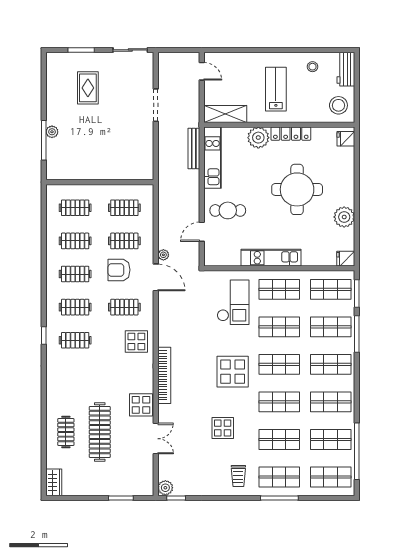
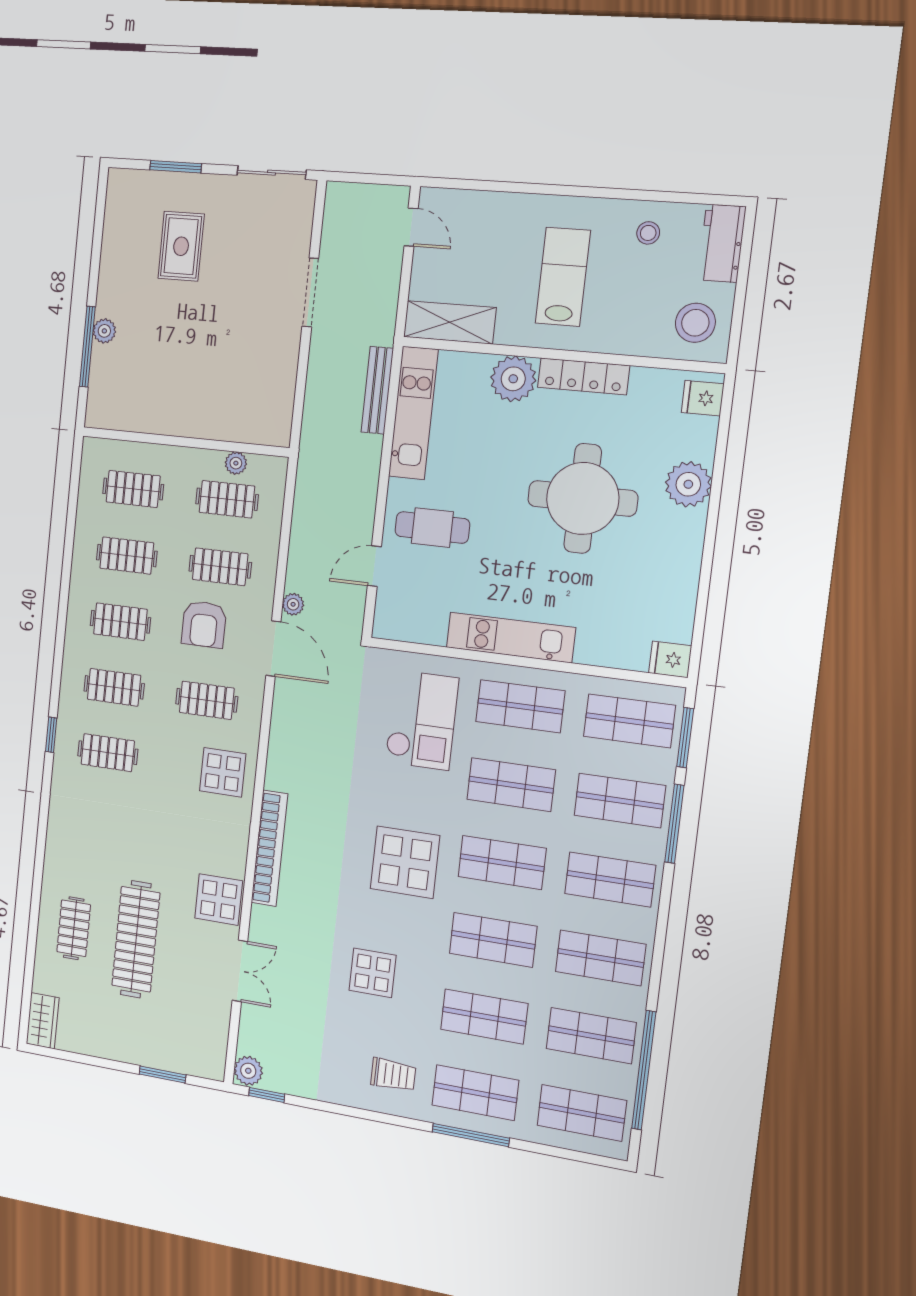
plant: (127, 190) -> (236, 463), added
plant: (344, 217) -> (688, 484), moved
armchair: (119, 270) -> (204, 624), turned -90
trolley: (238, 476) -> (393, 1075), turned -90

